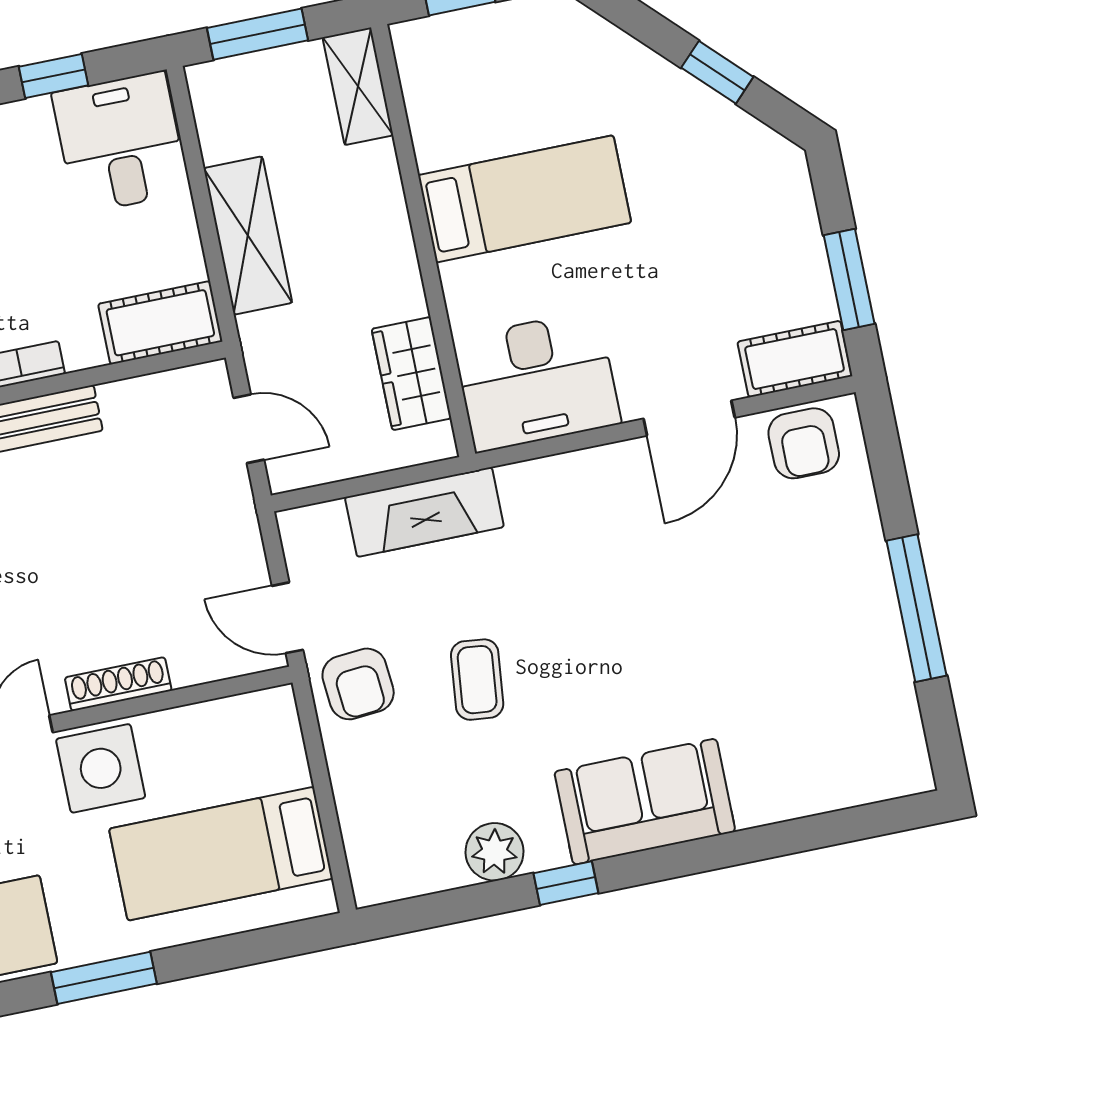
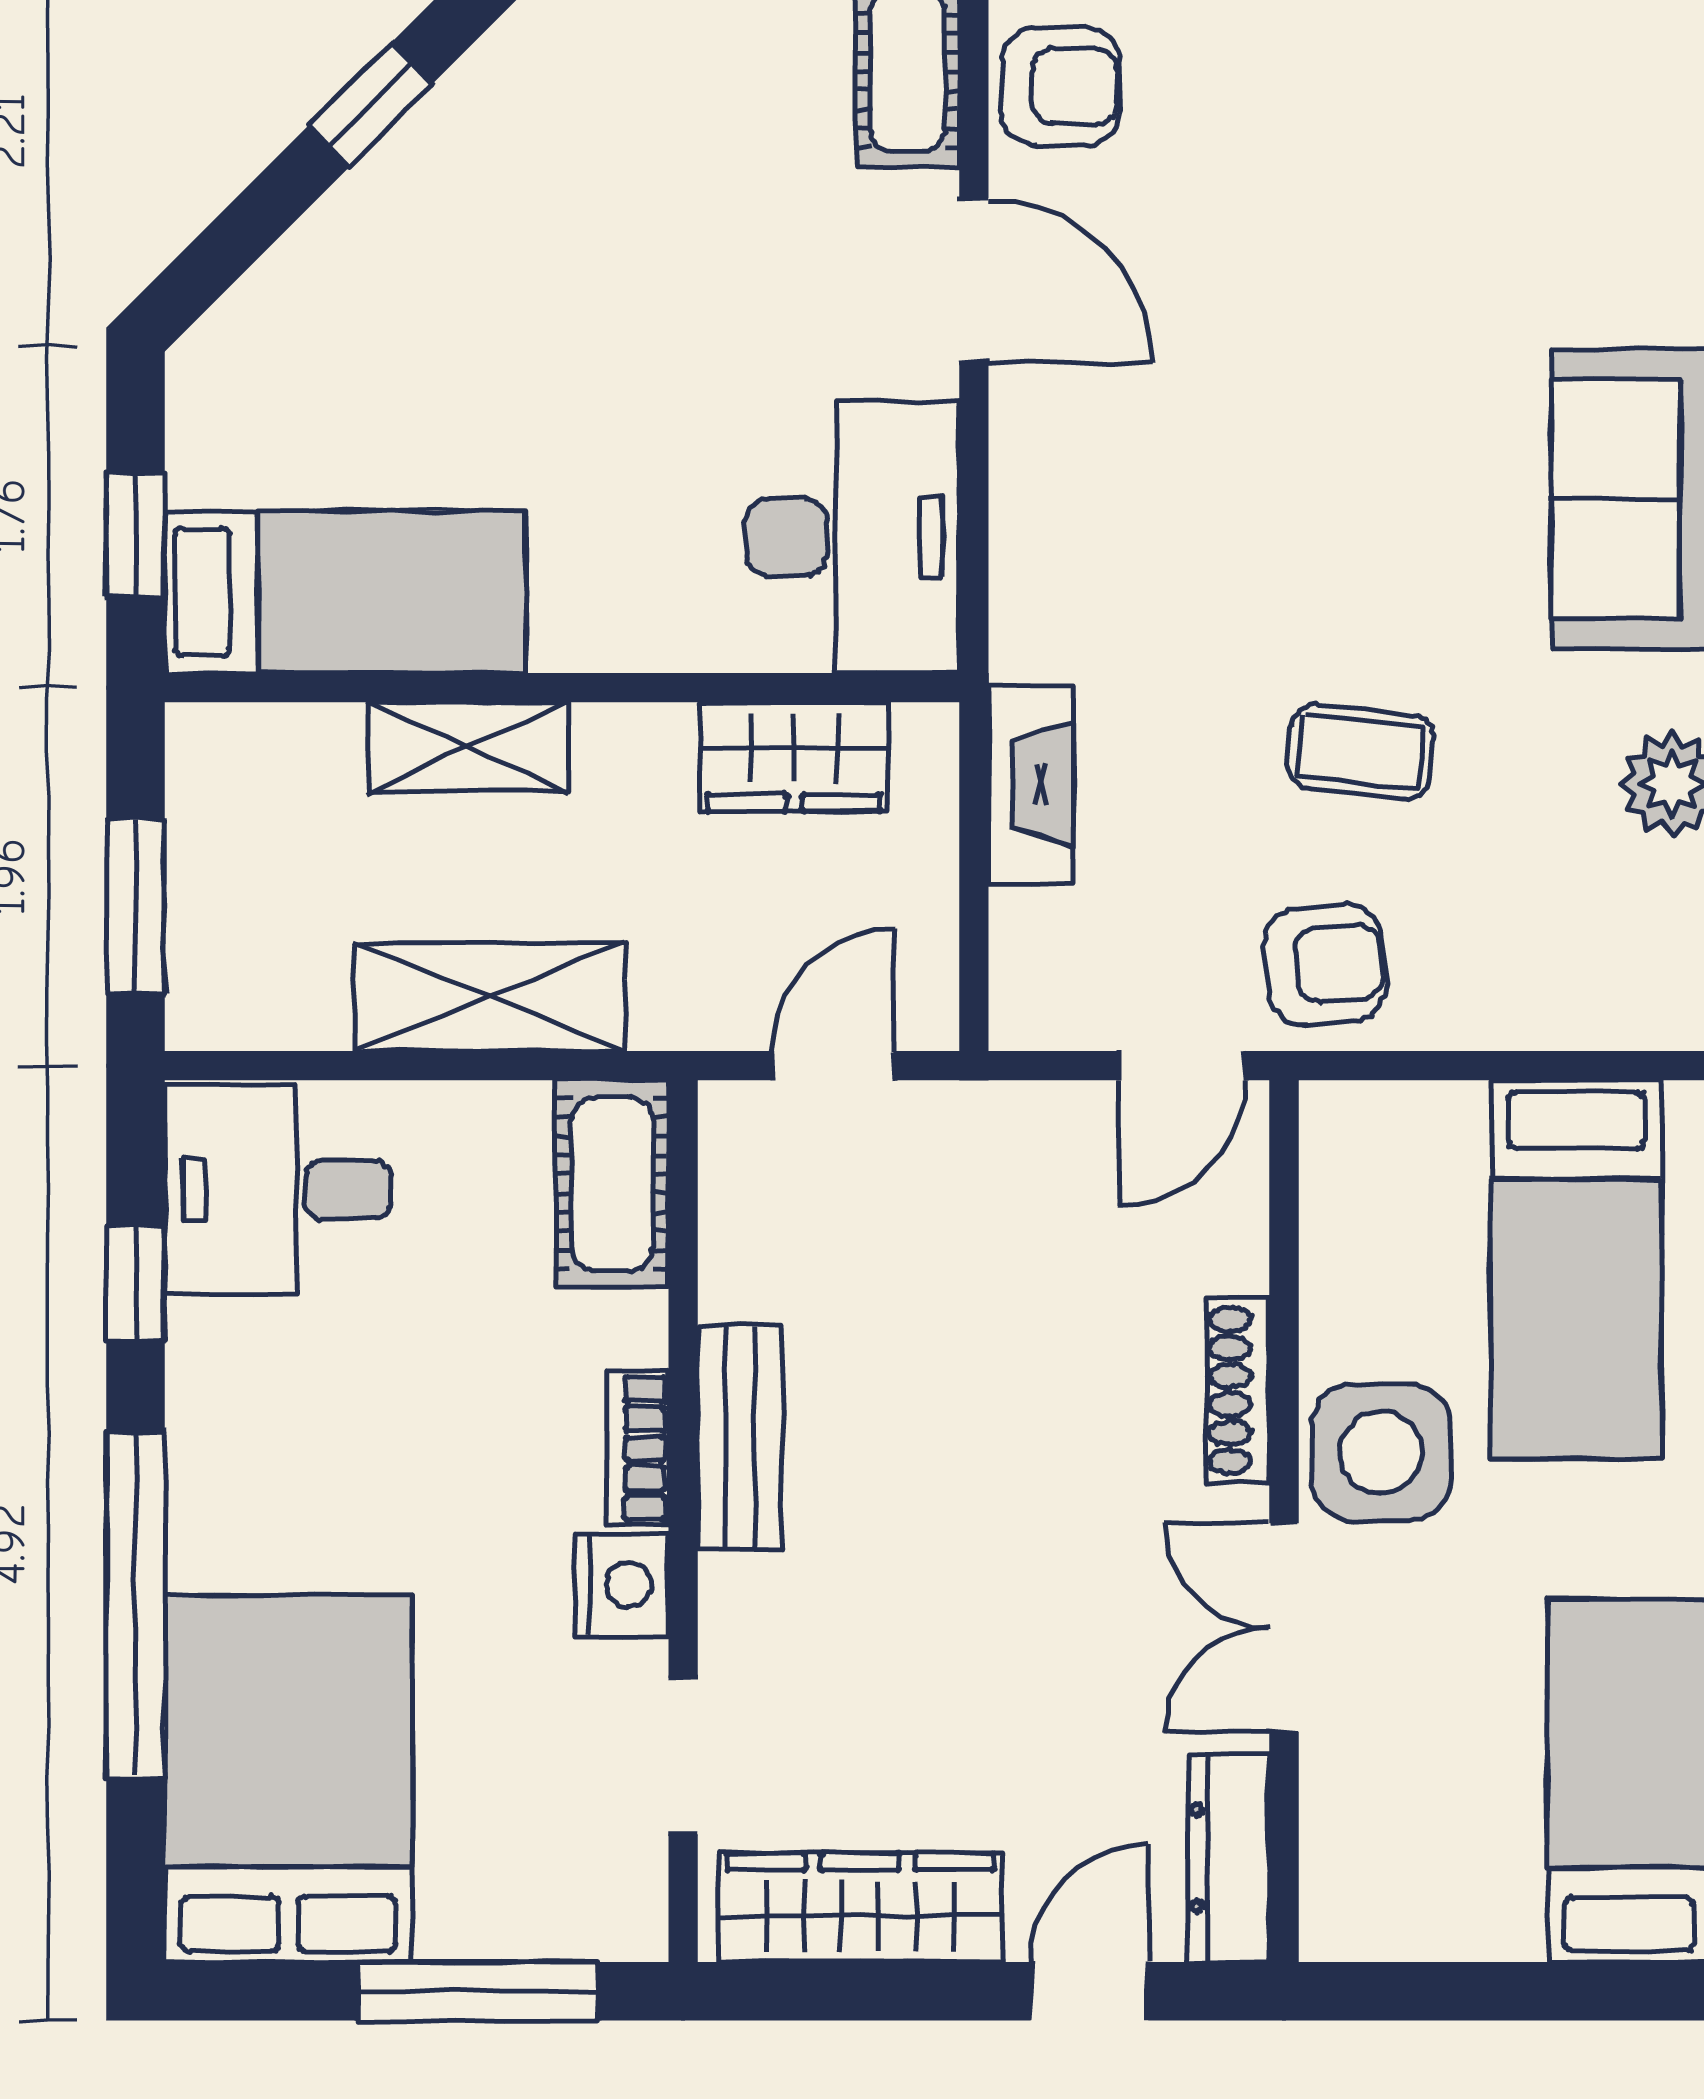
shelving: (358, 86) -> (468, 747), moved
bed: (525, 199) -> (345, 592), moved, turned 90
fireplace: (424, 512) -> (1031, 784), width x0.73, depth x0.76

